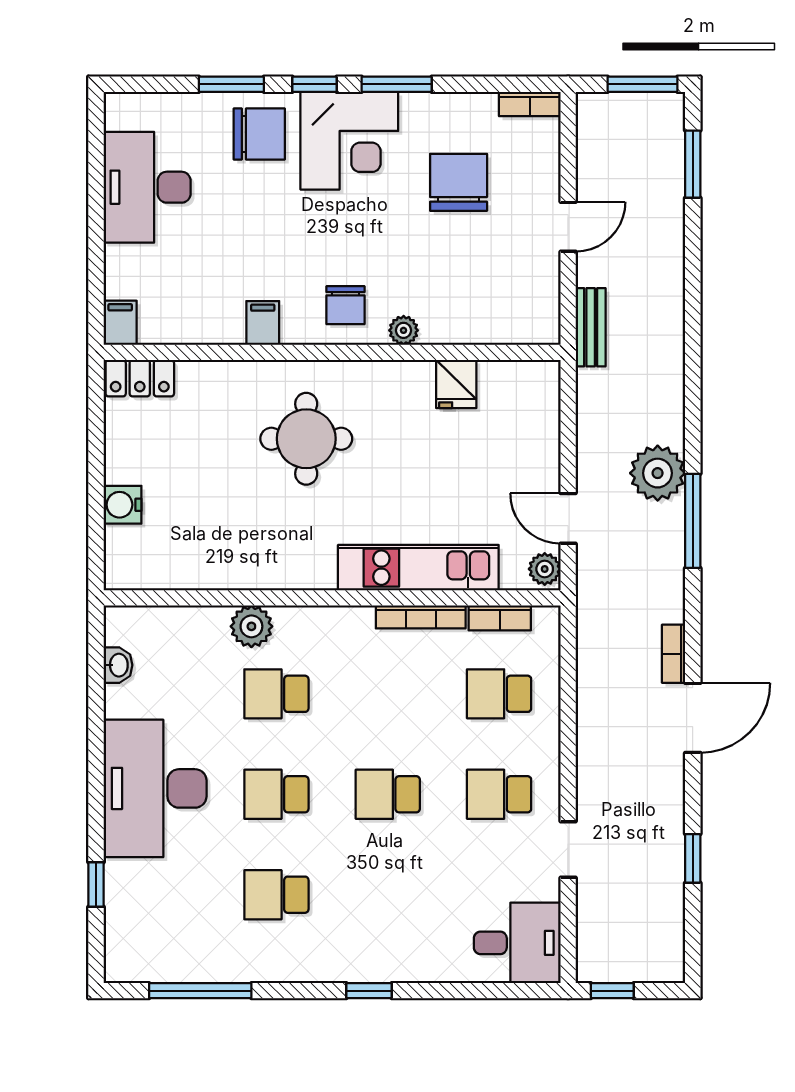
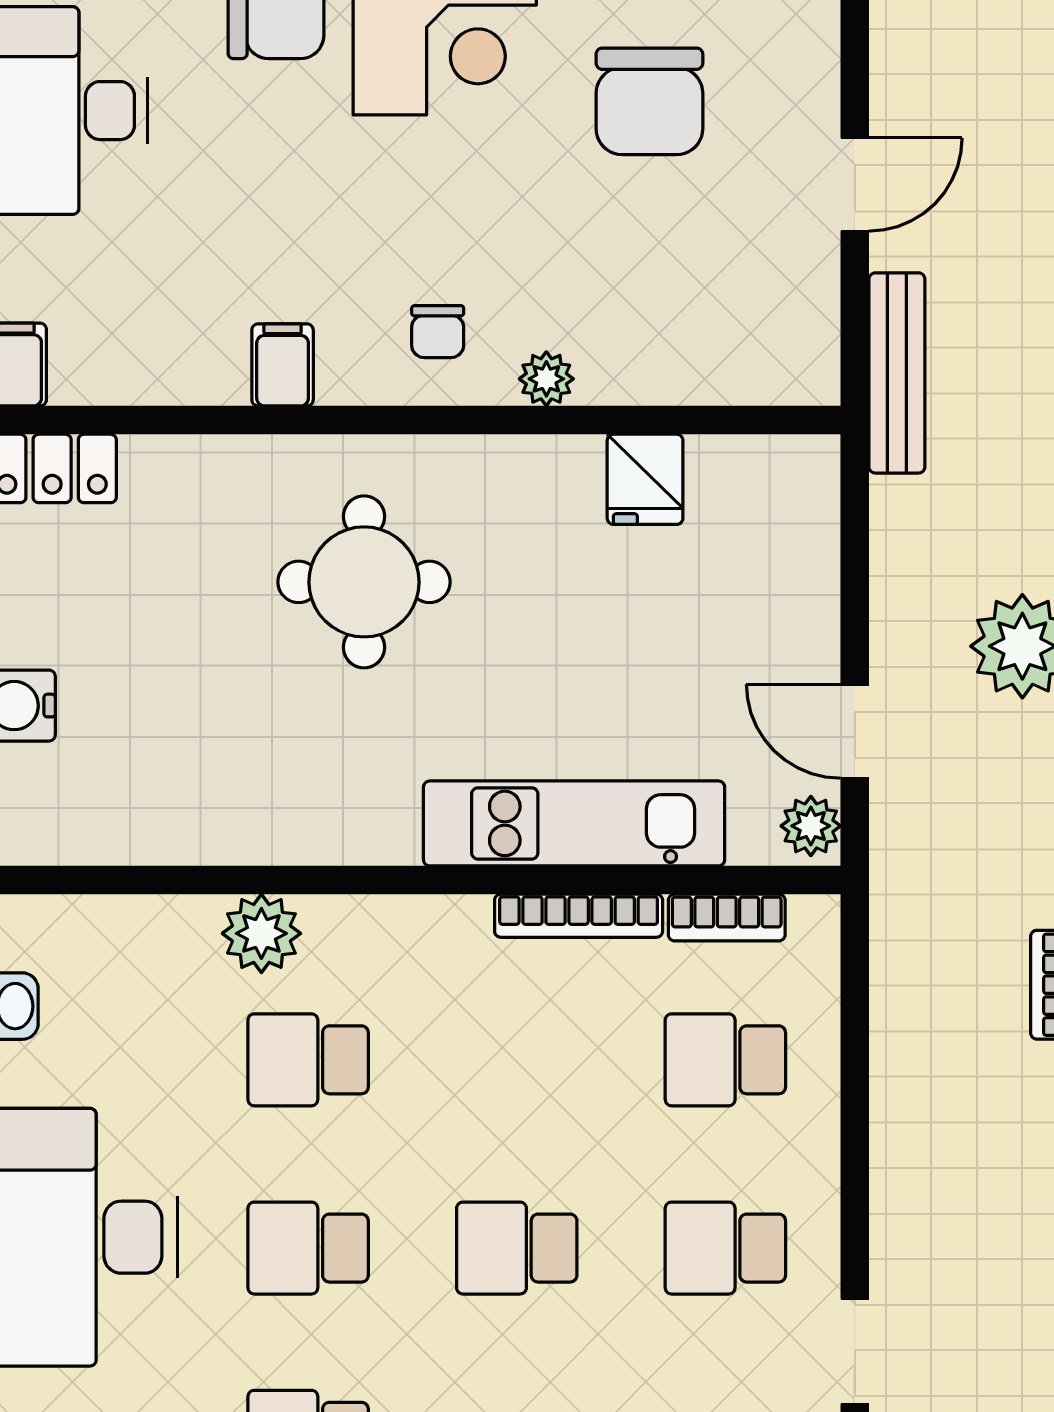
chair: (459, 182) -> (649, 101), turned 180
chair: (346, 305) -> (438, 332), width x0.73, depth x0.73
bench: (591, 327) -> (897, 373), width x1.36

